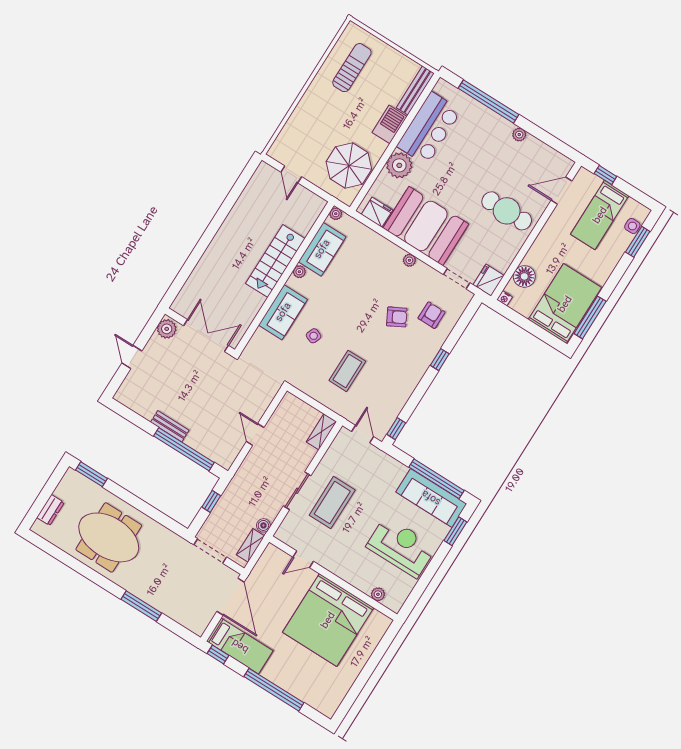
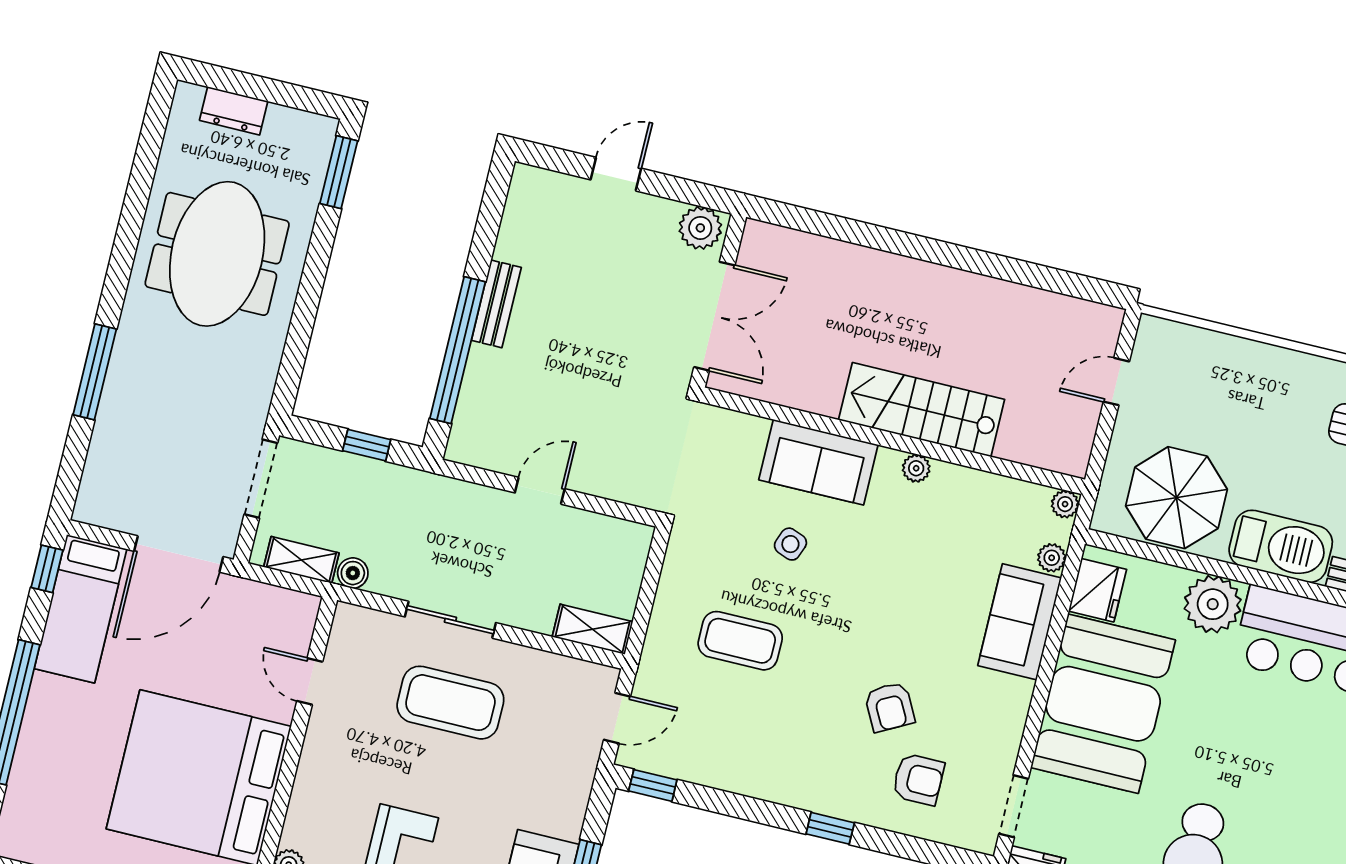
barbecue: (390, 124) -> (1281, 546), width x1.37, depth x1.21
sofa: (322, 249) -> (1020, 622), moved, turned 90
plant: (409, 260) -> (1052, 558), moved

